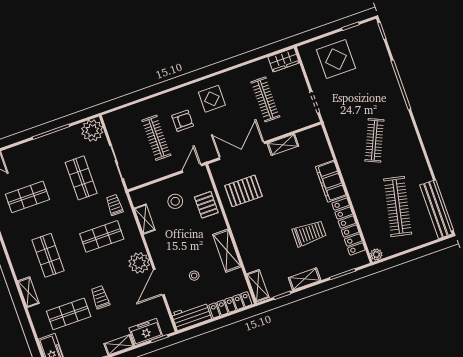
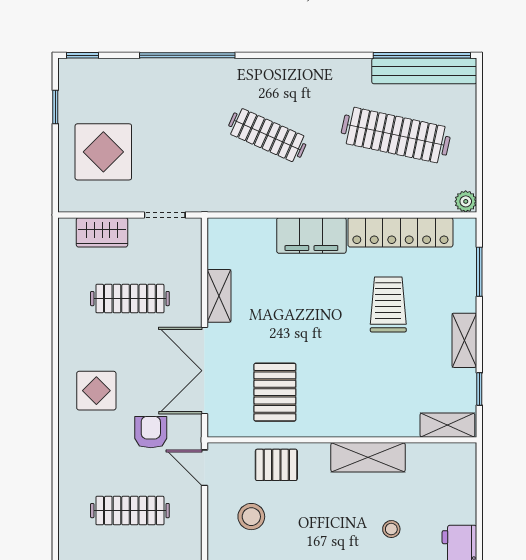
wardrobe: (284, 60) -> (102, 232), moved, turned 90
armchair: (183, 121) -> (151, 432), moved
locker: (230, 305) -> (464, 484), removed

